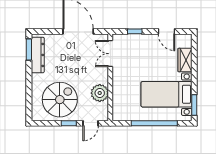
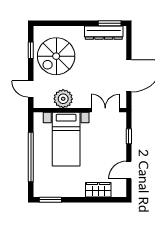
bed with nightstands: (166, 94) -> (66, 139), moved, turned 180
spiral stairs: (60, 100) -> (56, 56), turned 90
window: (69, 123) -> (31, 50), moved

